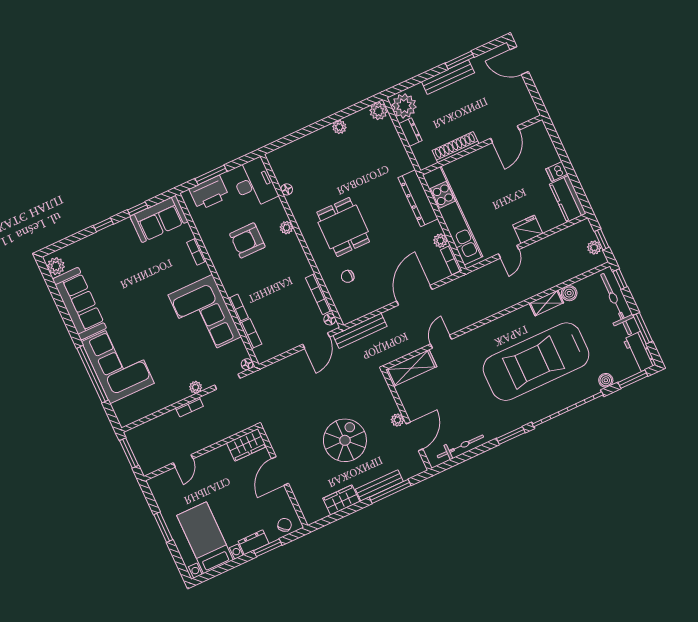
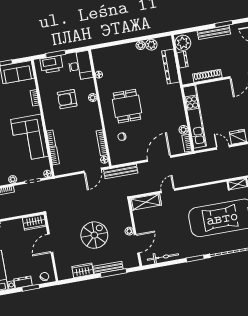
plant: (379, 111) -> (151, 45), moved
dresser: (418, 198) -> (171, 67), moved
door: (509, 252) -> (223, 147), swing flipped

